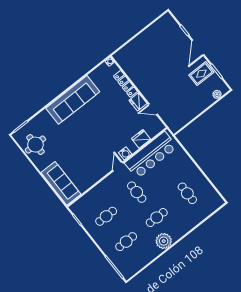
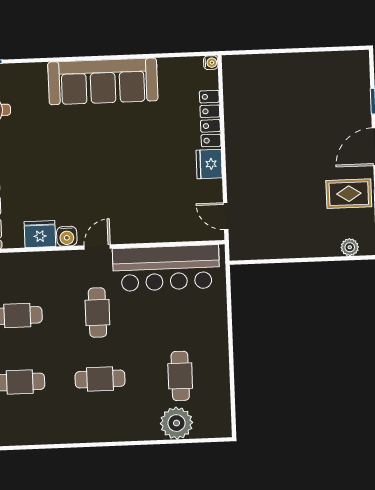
door: (153, 109) -> (226, 216), moved
fridge: (141, 139) -> (40, 234), moved
water cooler: (125, 153) -> (67, 236), moved
plant: (164, 241) -> (176, 423), moved

